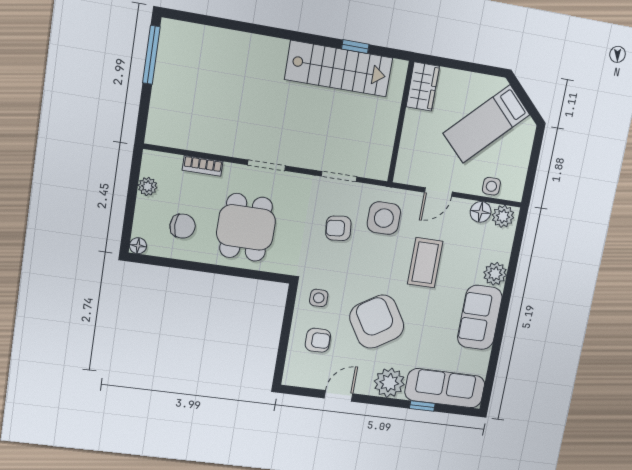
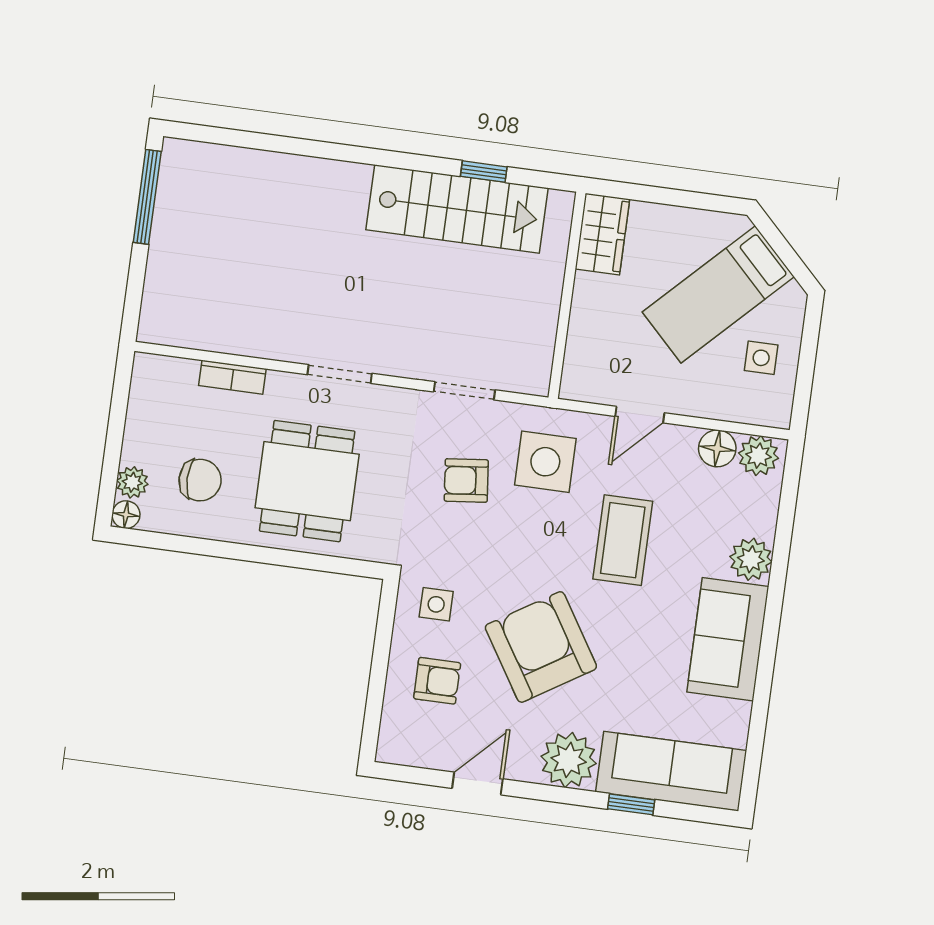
plant: (148, 186) -> (132, 482), moved
side table: (491, 186) -> (761, 358), moved

